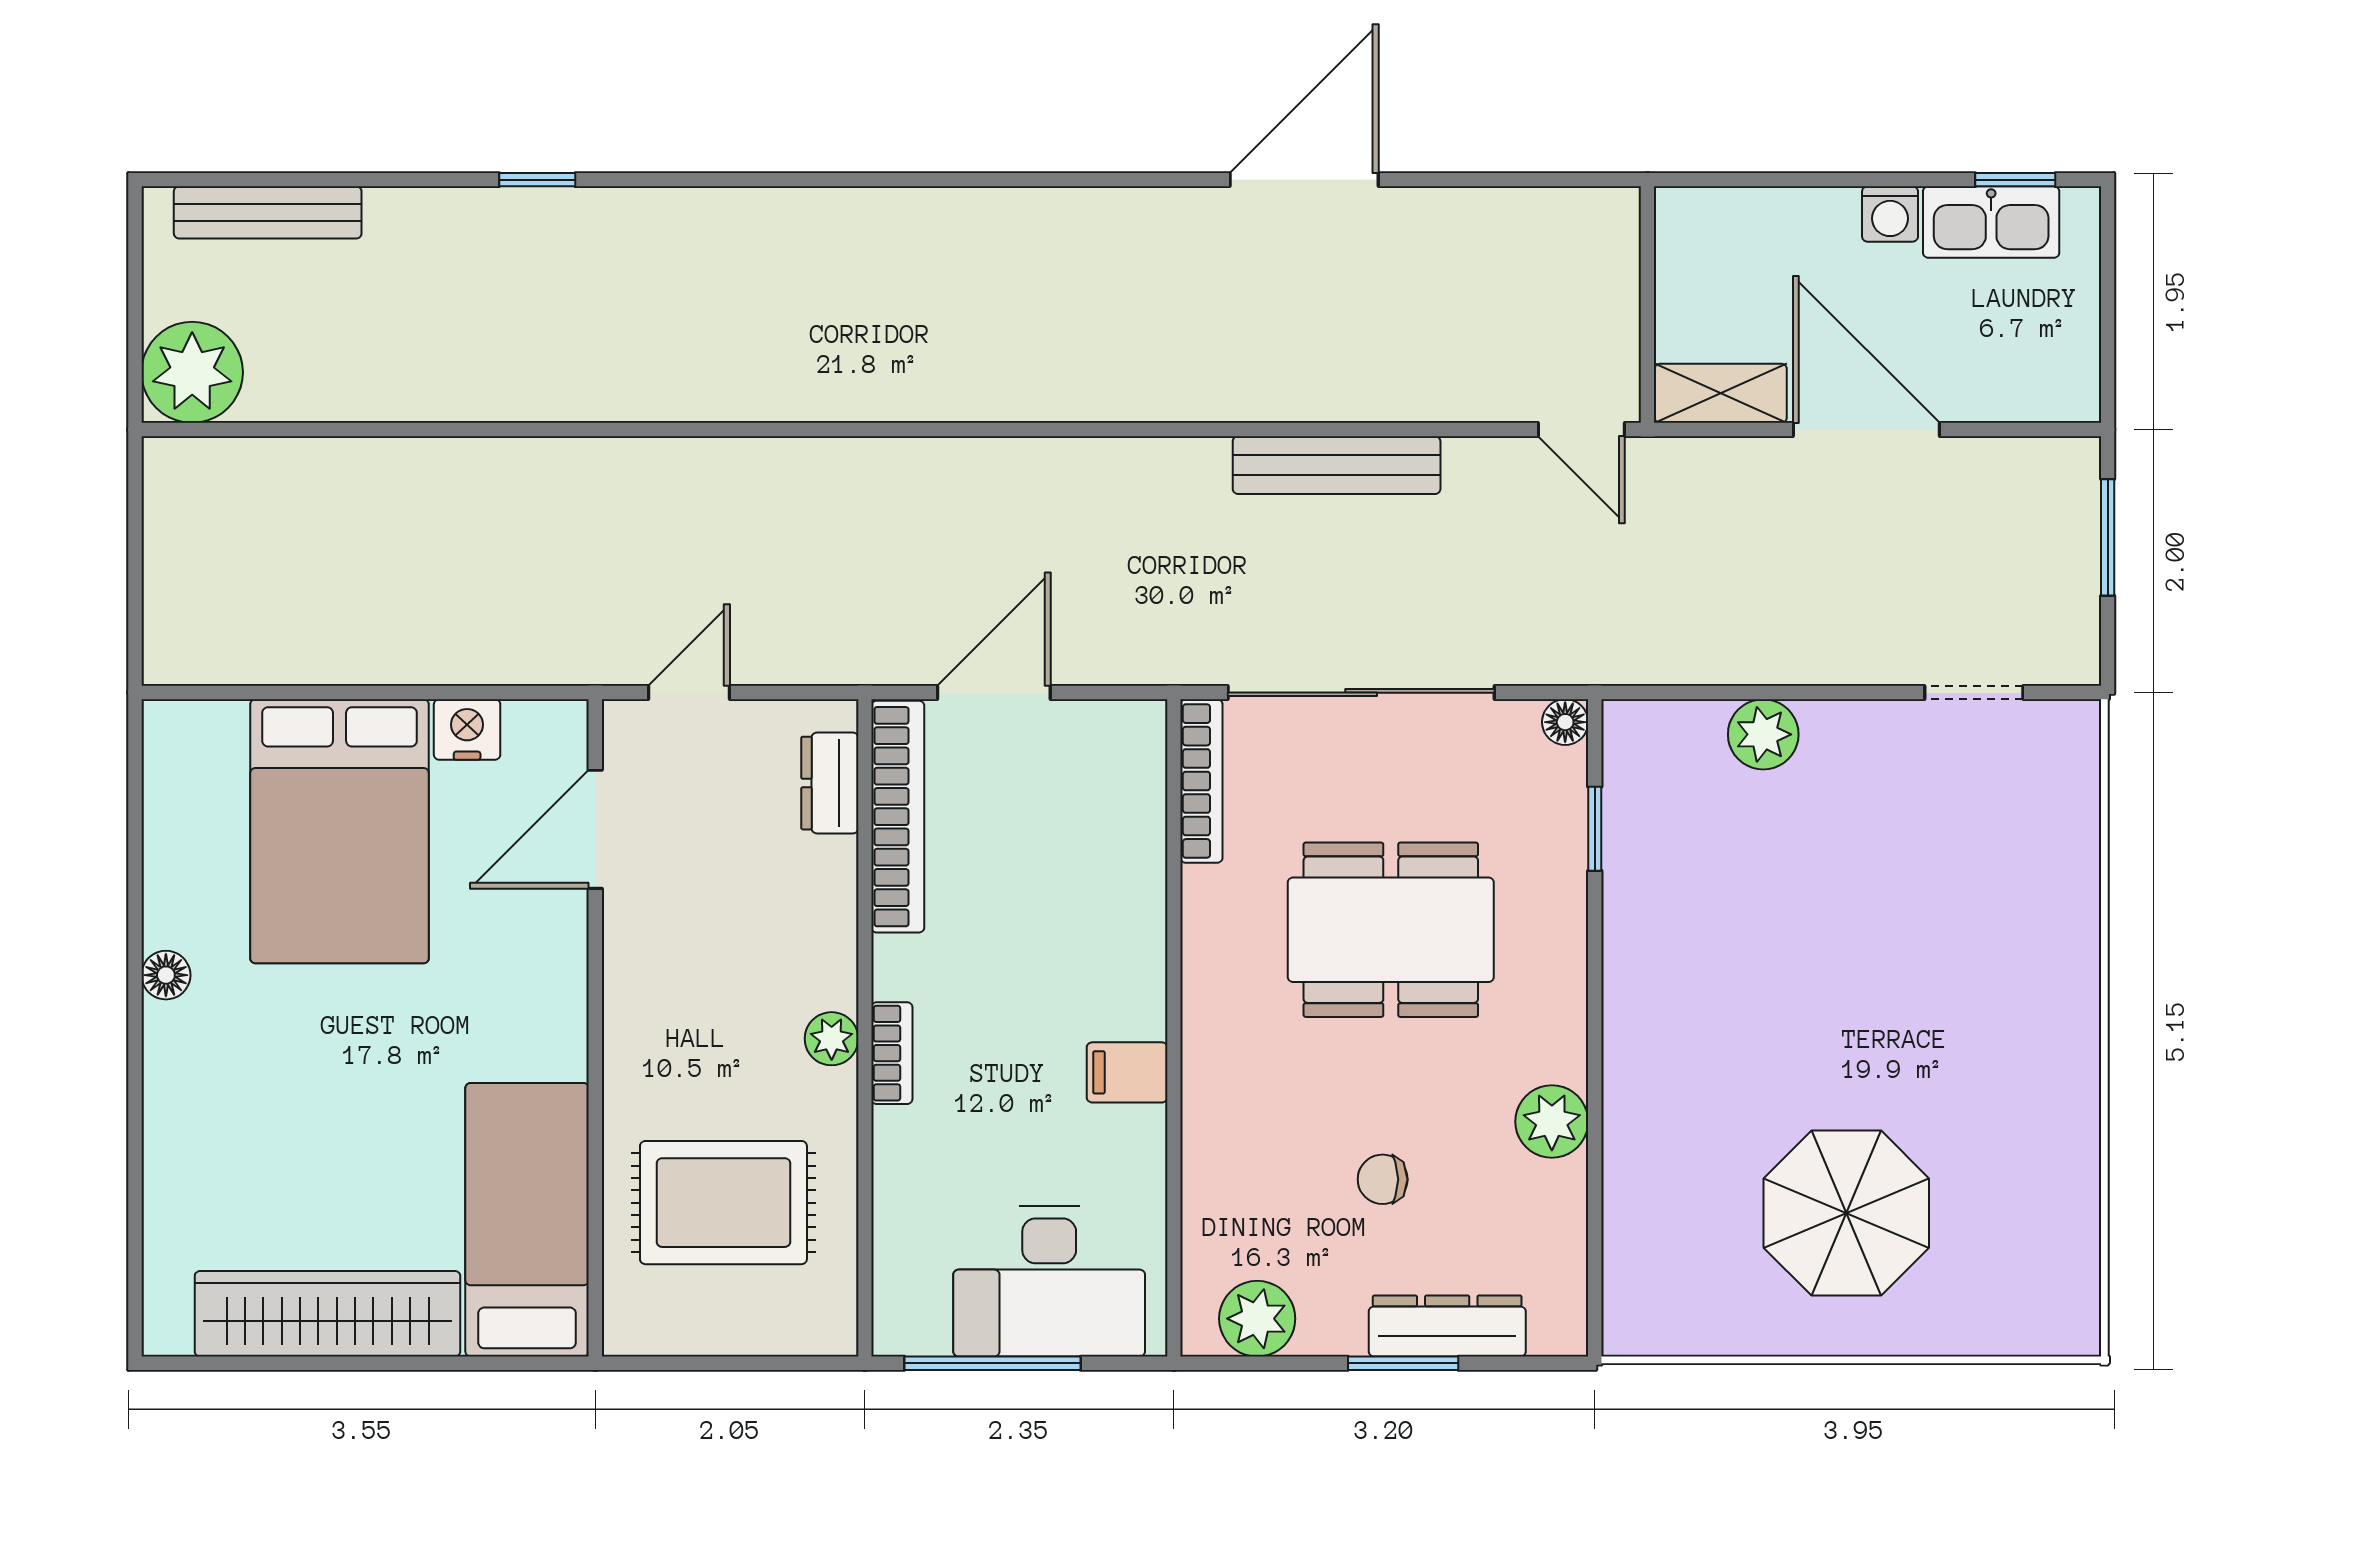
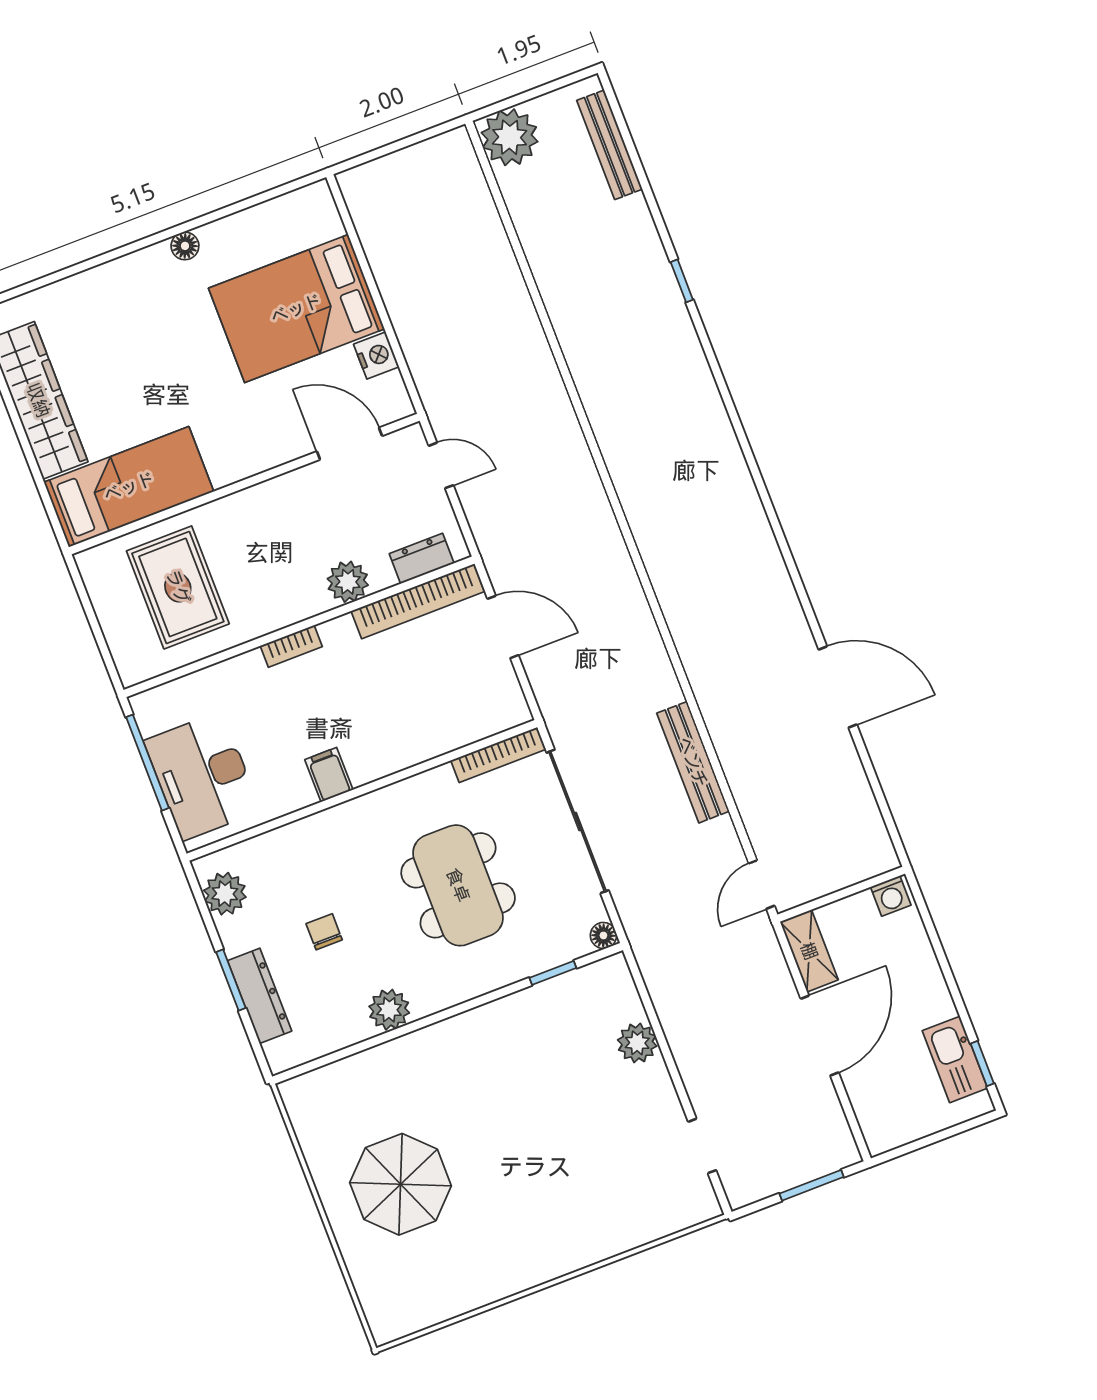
washing machine: (1890, 214) -> (891, 896), moved, turned -90
plant: (832, 1039) -> (348, 582), moved, width x1.38, depth x1.38

